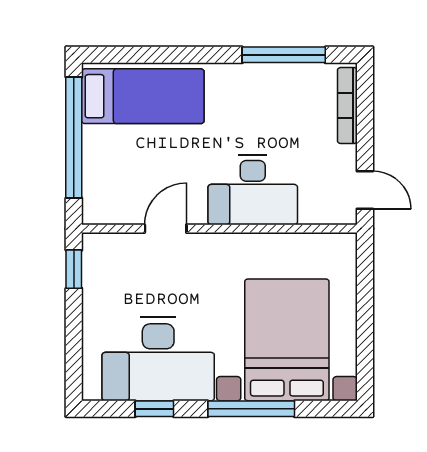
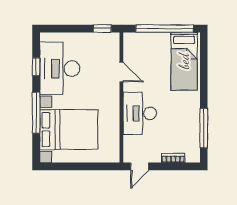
bookcase: (347, 106) -> (173, 158), width x0.64

